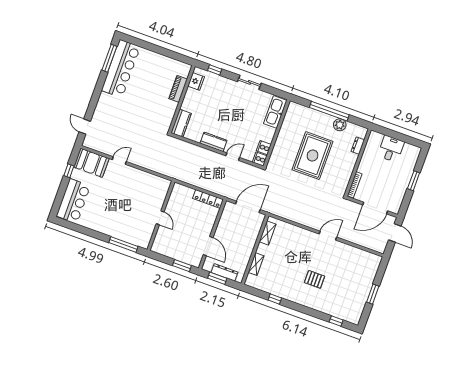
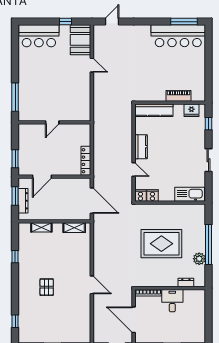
kitchen counter: (181, 123) -> (154, 110), width x1.50
desk: (391, 149) -> (172, 301), moved, turned -90

